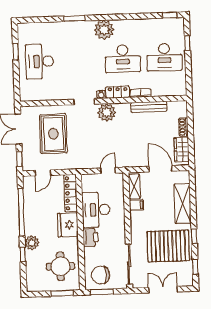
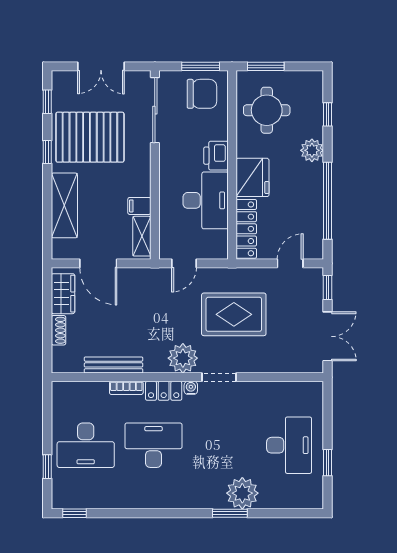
plant: (104, 30) -> (242, 493), moved
desk: (164, 57) -> (86, 445), turned 180
rug: (53, 134) -> (234, 314), moved, turned 90
window: (23, 254) -> (328, 114), moved

